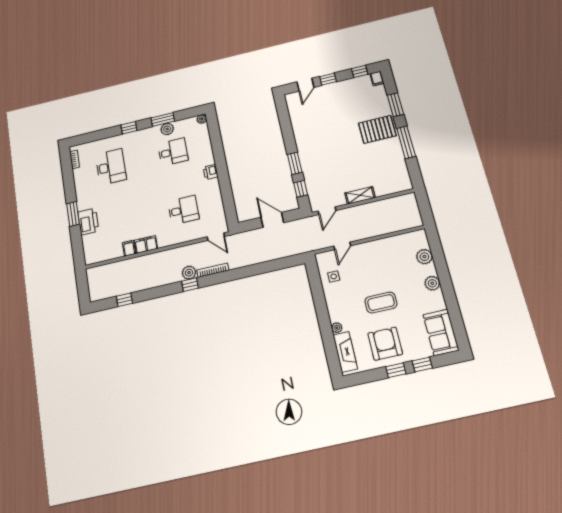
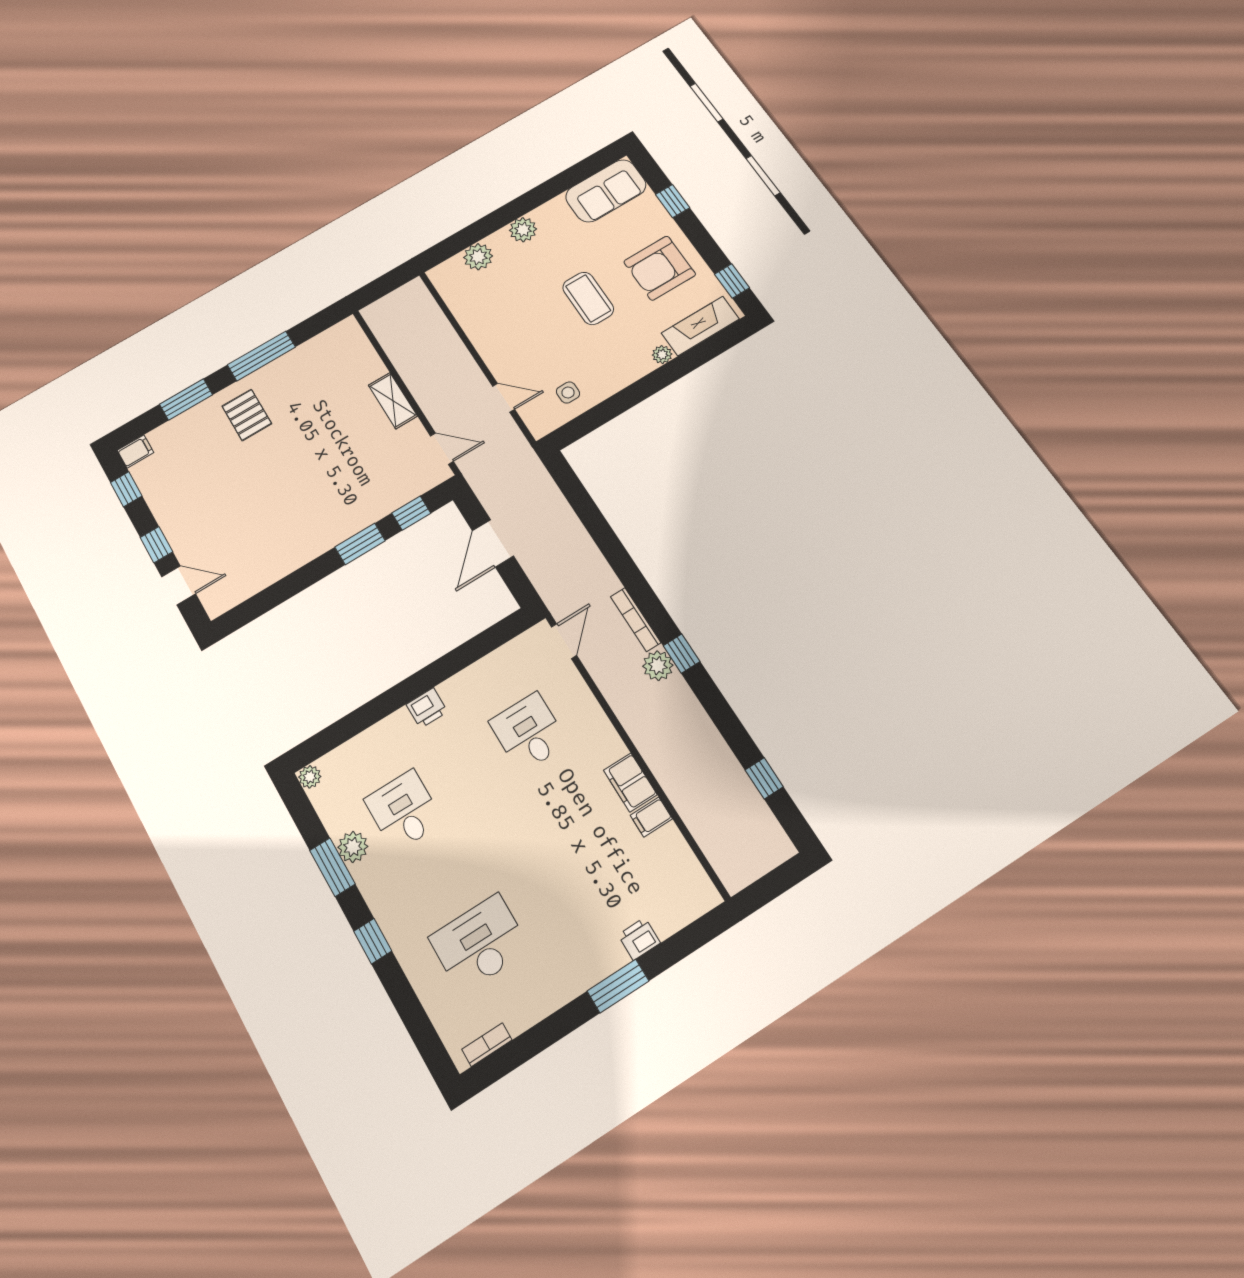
pallet: (377, 129) -> (247, 415), width x0.67, depth x0.71
printer: (88, 221) -> (639, 939), width x0.53, depth x0.68
window: (396, 370) -> (732, 281), moved

